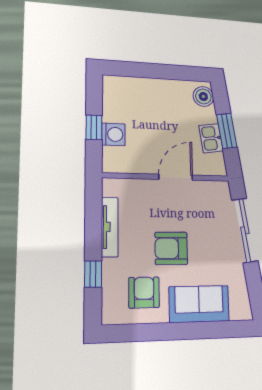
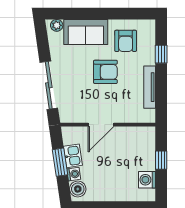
washing machine: (209, 115) -> (74, 174), added
washing machine: (113, 134) -> (147, 180), moved
plant: (238, 312) -> (57, 25), added

